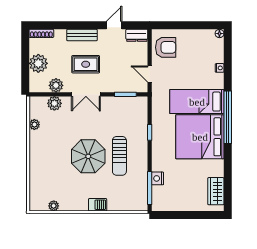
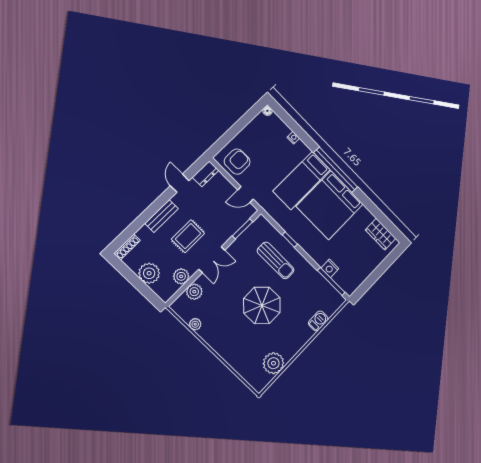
sun lounger: (119, 156) -> (276, 260), moved
barbecue: (98, 205) -> (318, 321), moved
plant: (54, 206) -> (273, 363), width x1.88, depth x1.88

